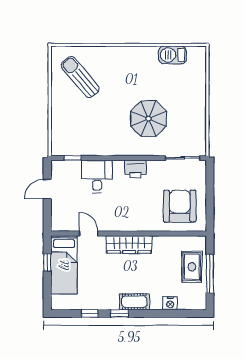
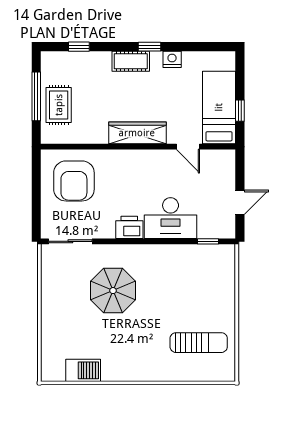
sun lounger: (80, 77) -> (199, 343), turned -50
desk: (97, 176) -> (171, 218), width x1.37
nightstand: (170, 303) -> (172, 59), moved
window: (90, 313) -> (79, 47), moved

